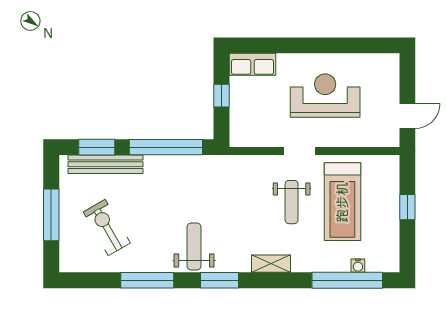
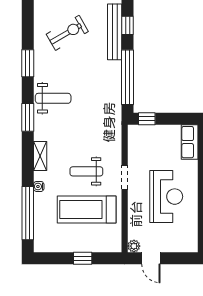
window: (221, 96) -> (147, 119), moved
plant: (391, 139) -> (134, 246), added
window: (97, 147) -> (128, 25), width x0.67
water cooler: (358, 266) -> (39, 186), moved
window: (147, 280) -> (28, 63), width x0.69

